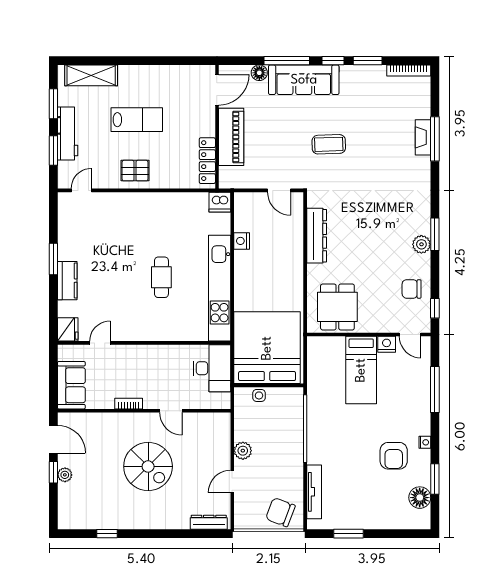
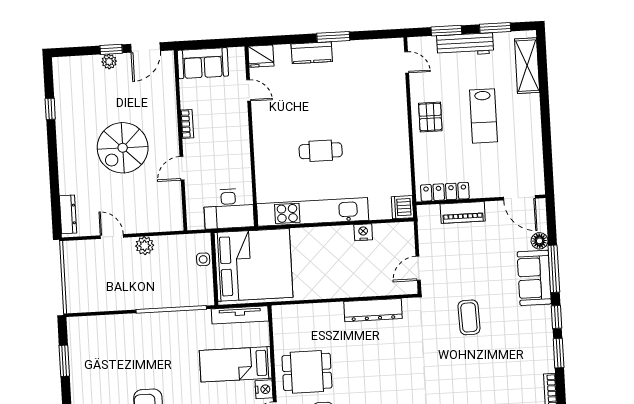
sofa: (304, 80) -> (534, 278), width x0.73
piano: (231, 137) -> (463, 212), width x0.73, depth x0.75
dining table: (337, 307) -> (307, 372), moved
tv unit: (314, 492) -> (240, 315), moved
chair: (280, 512) -> (83, 288), removed

